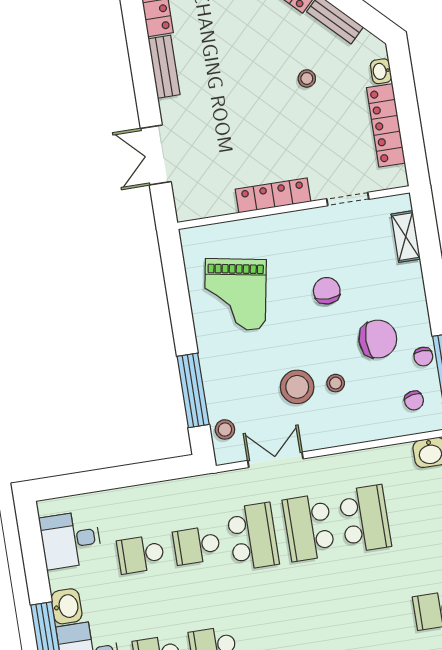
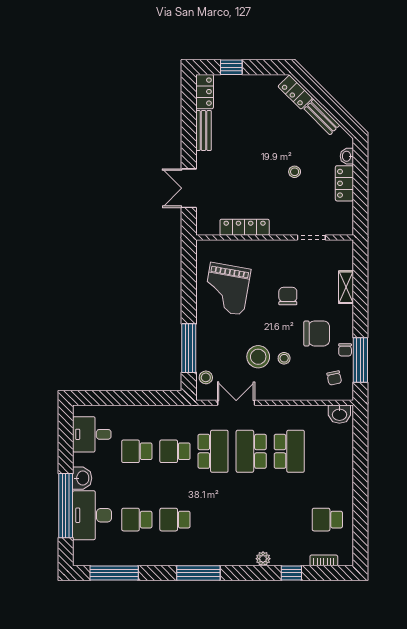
stool: (307, 78) -> (295, 172), moved
locker: (386, 125) -> (344, 183), width x0.66
locker: (273, 195) -> (245, 227), moved
shelving: (406, 237) -> (346, 287), moved

